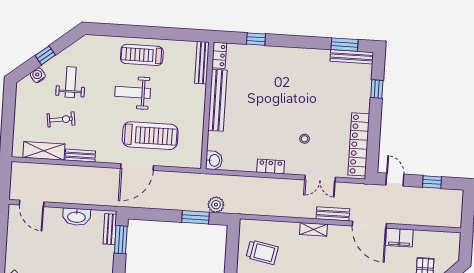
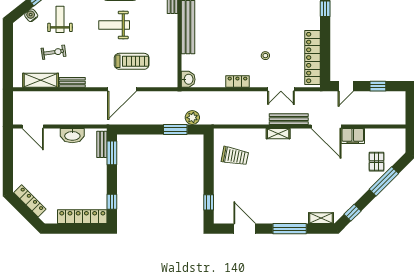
treadmill: (150, 136) -> (132, 61), width x0.73, depth x0.73
door: (395, 180) -> (346, 86), swing flipped
bench: (333, 214) -> (289, 119), width x1.36

